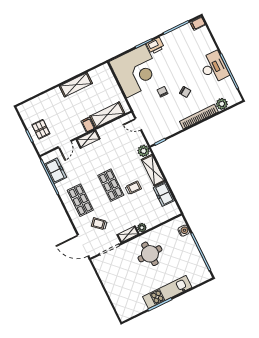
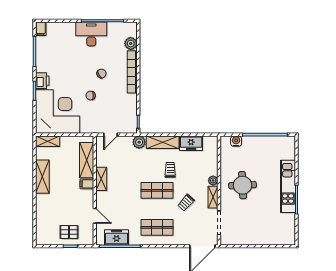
shelving: (107, 75) -> (48, 141), added
shelving: (88, 139) -> (101, 179), moved
trolley: (99, 224) -> (186, 203), moved

